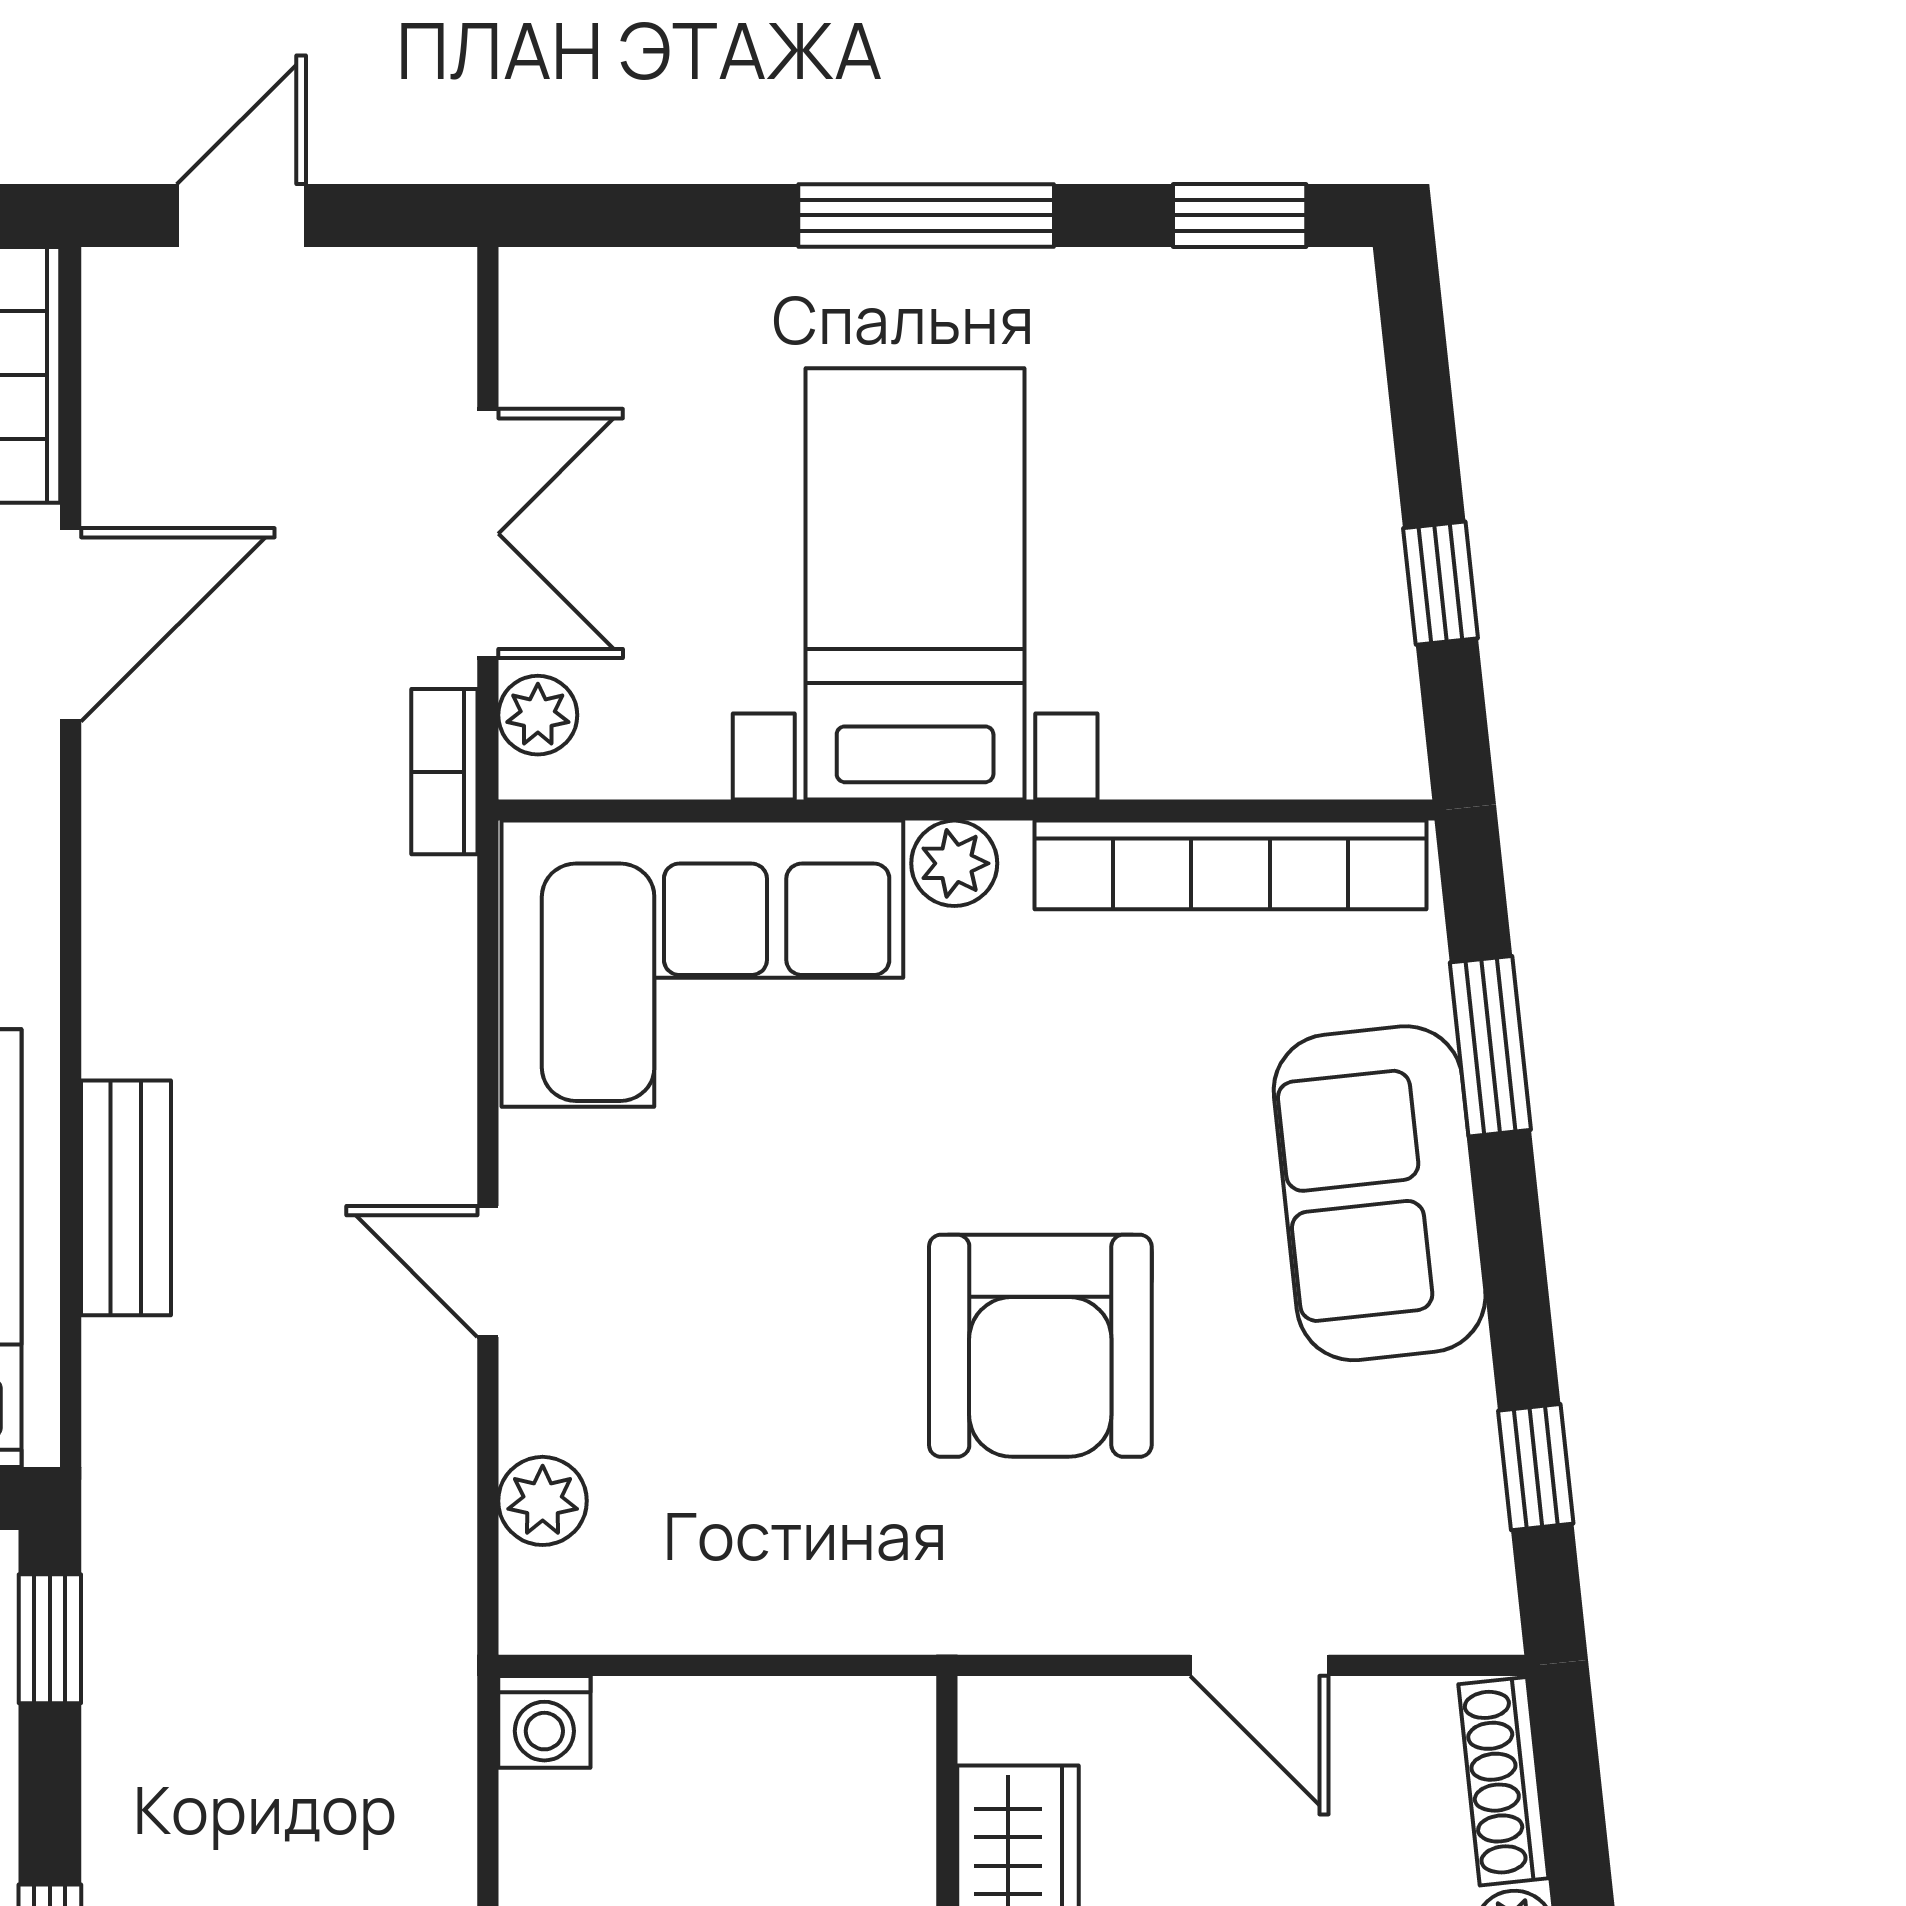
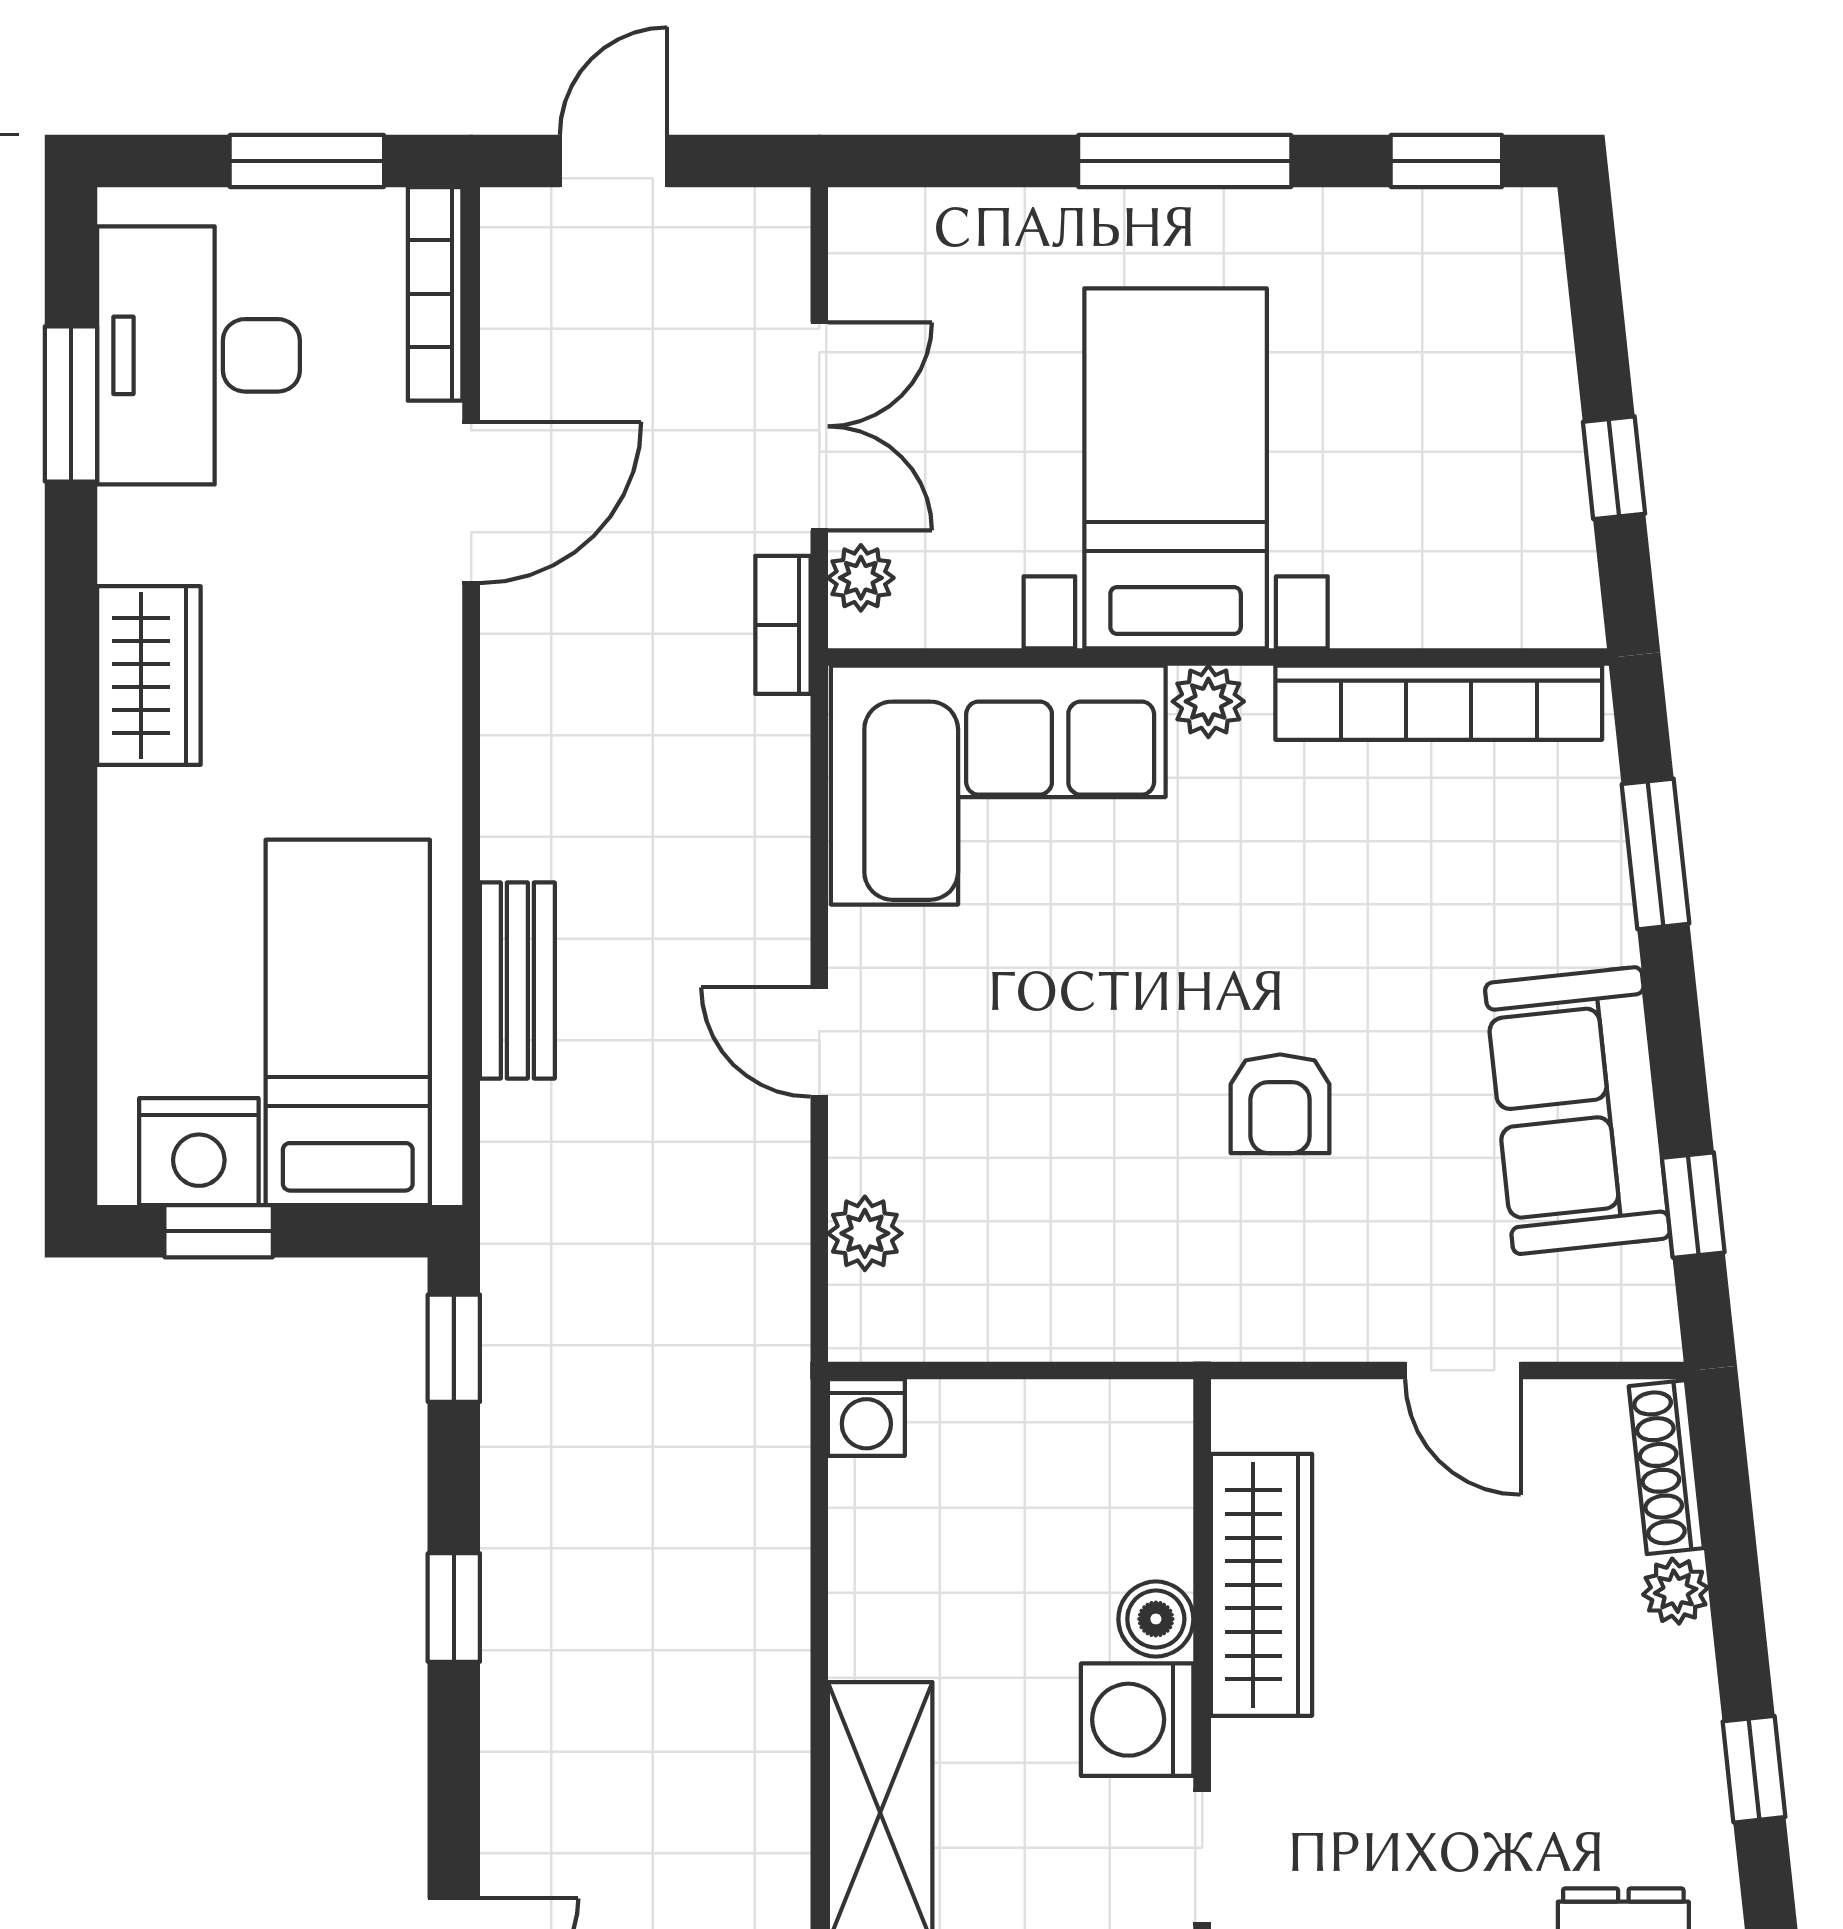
sofa: (1380, 1193) -> (1577, 1111), moved
armchair: (1040, 1346) -> (1280, 1104), width x0.53, depth x0.53

